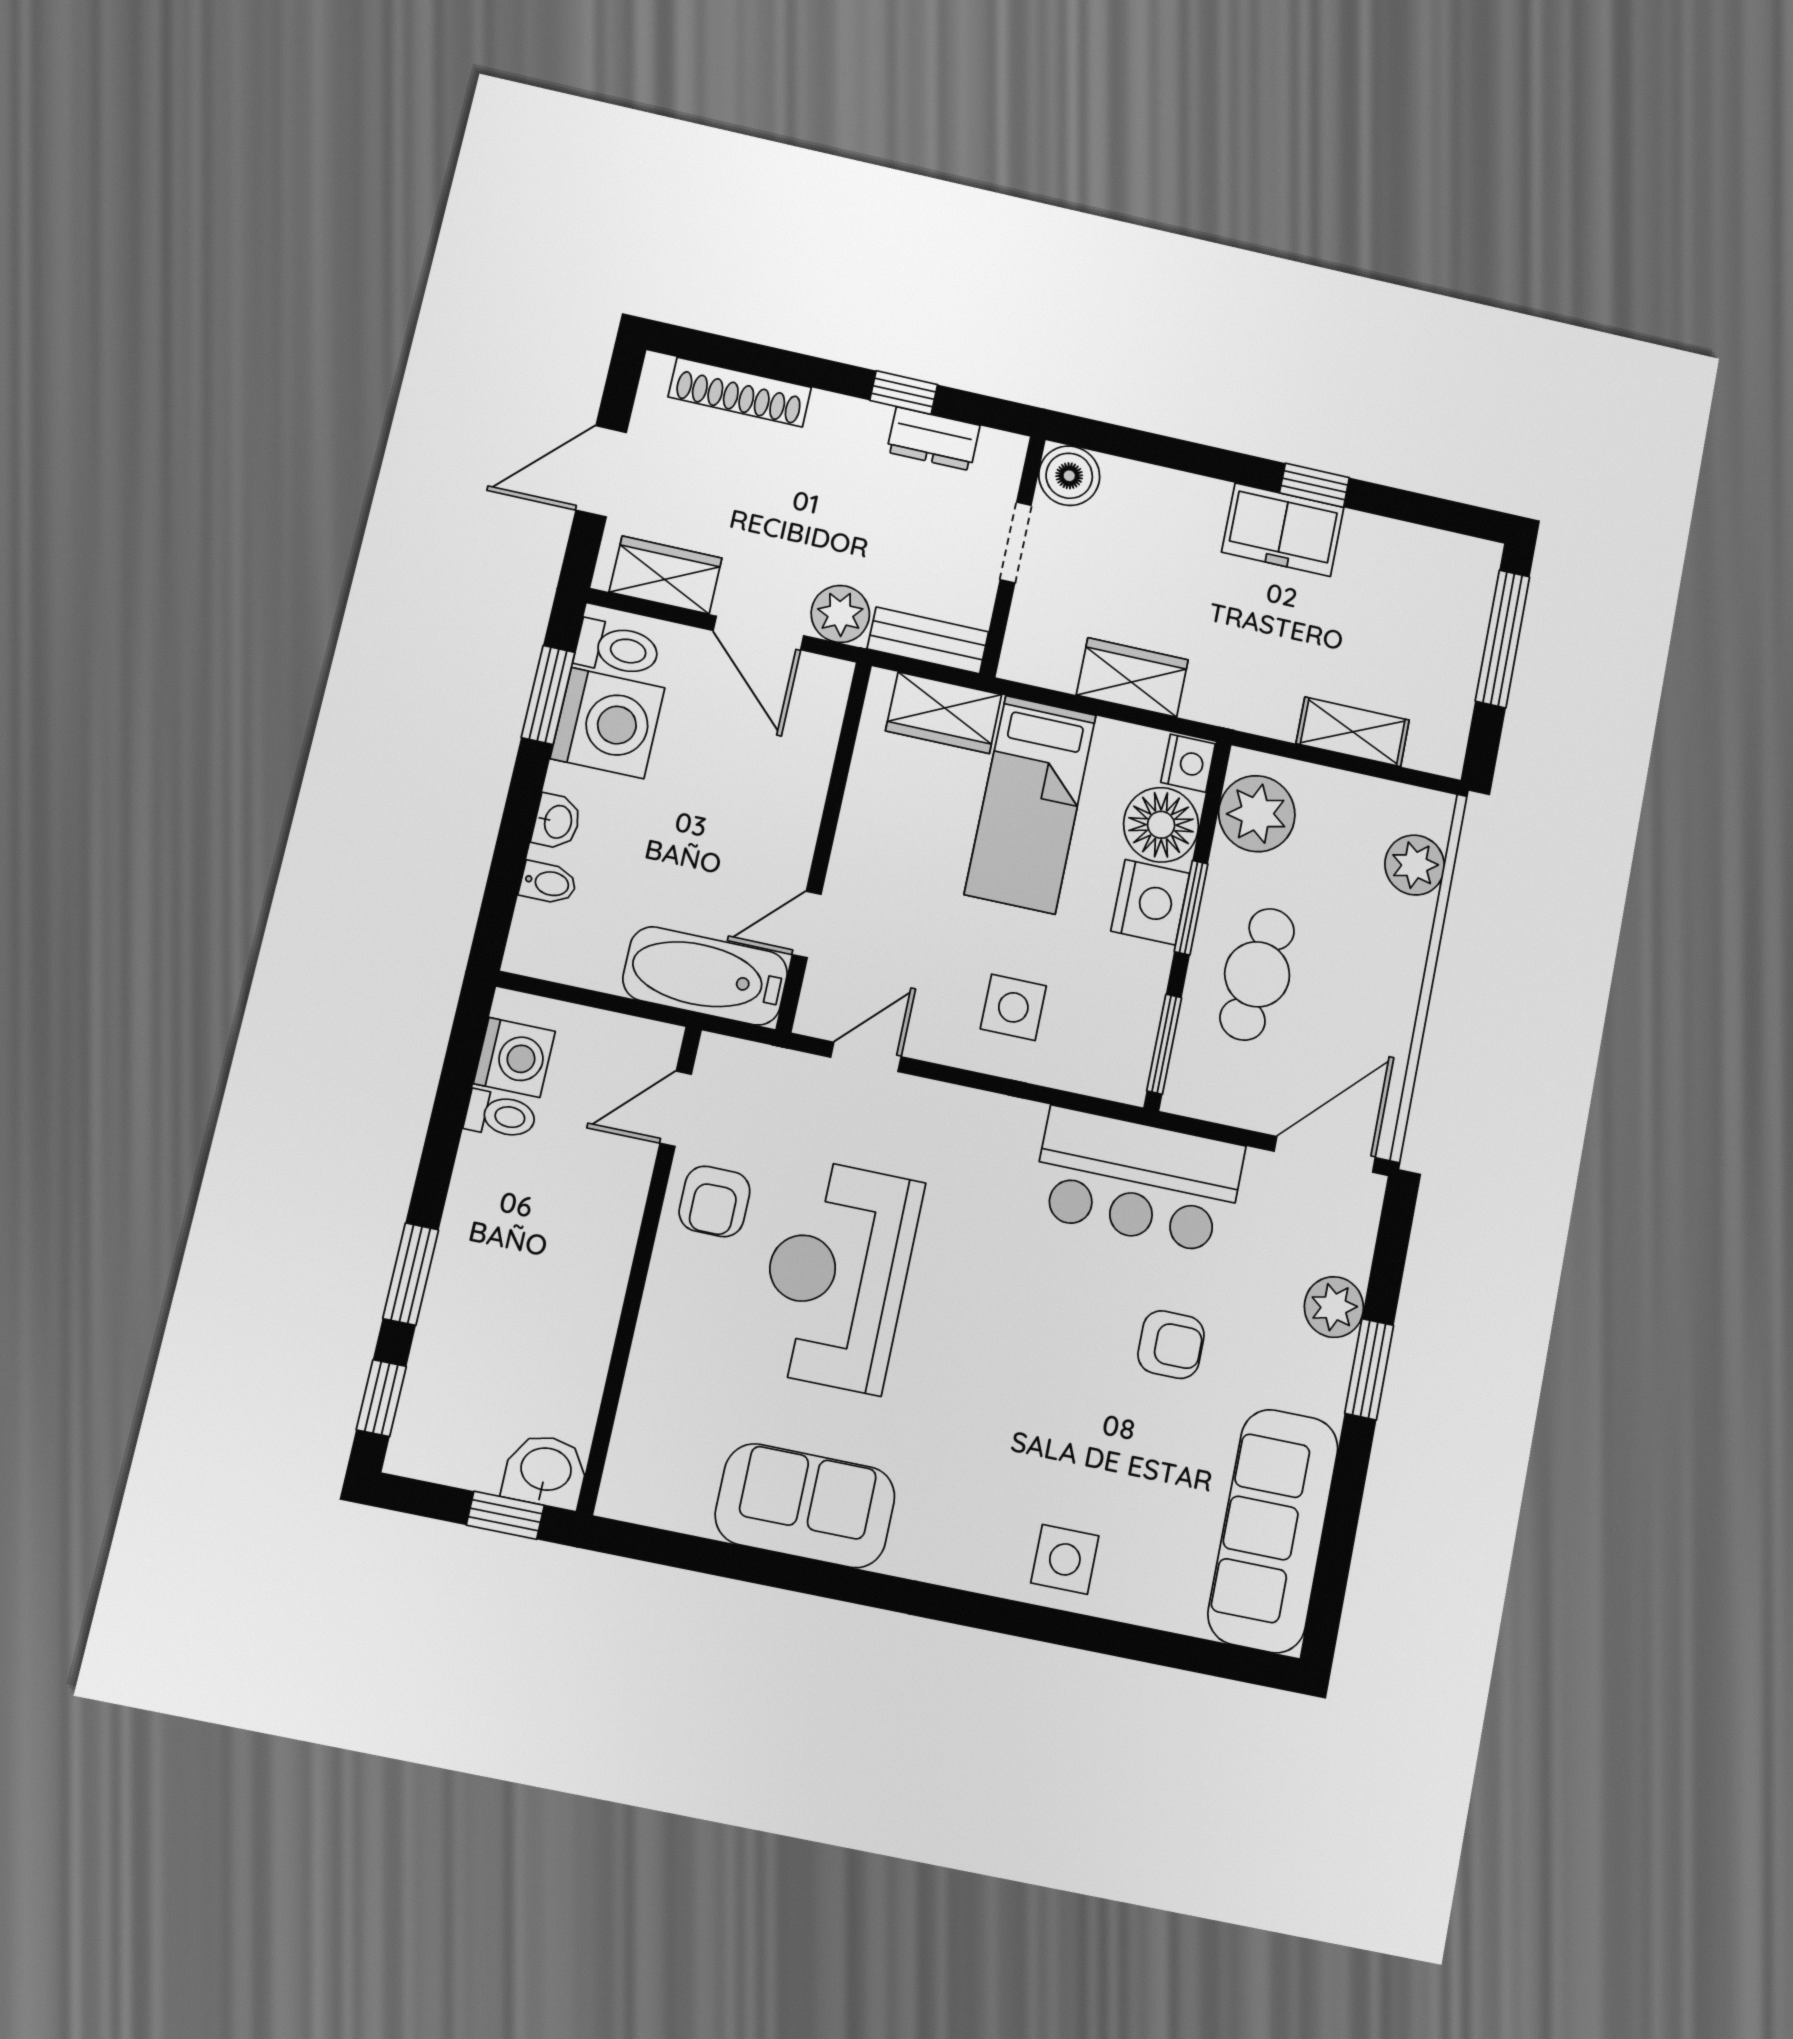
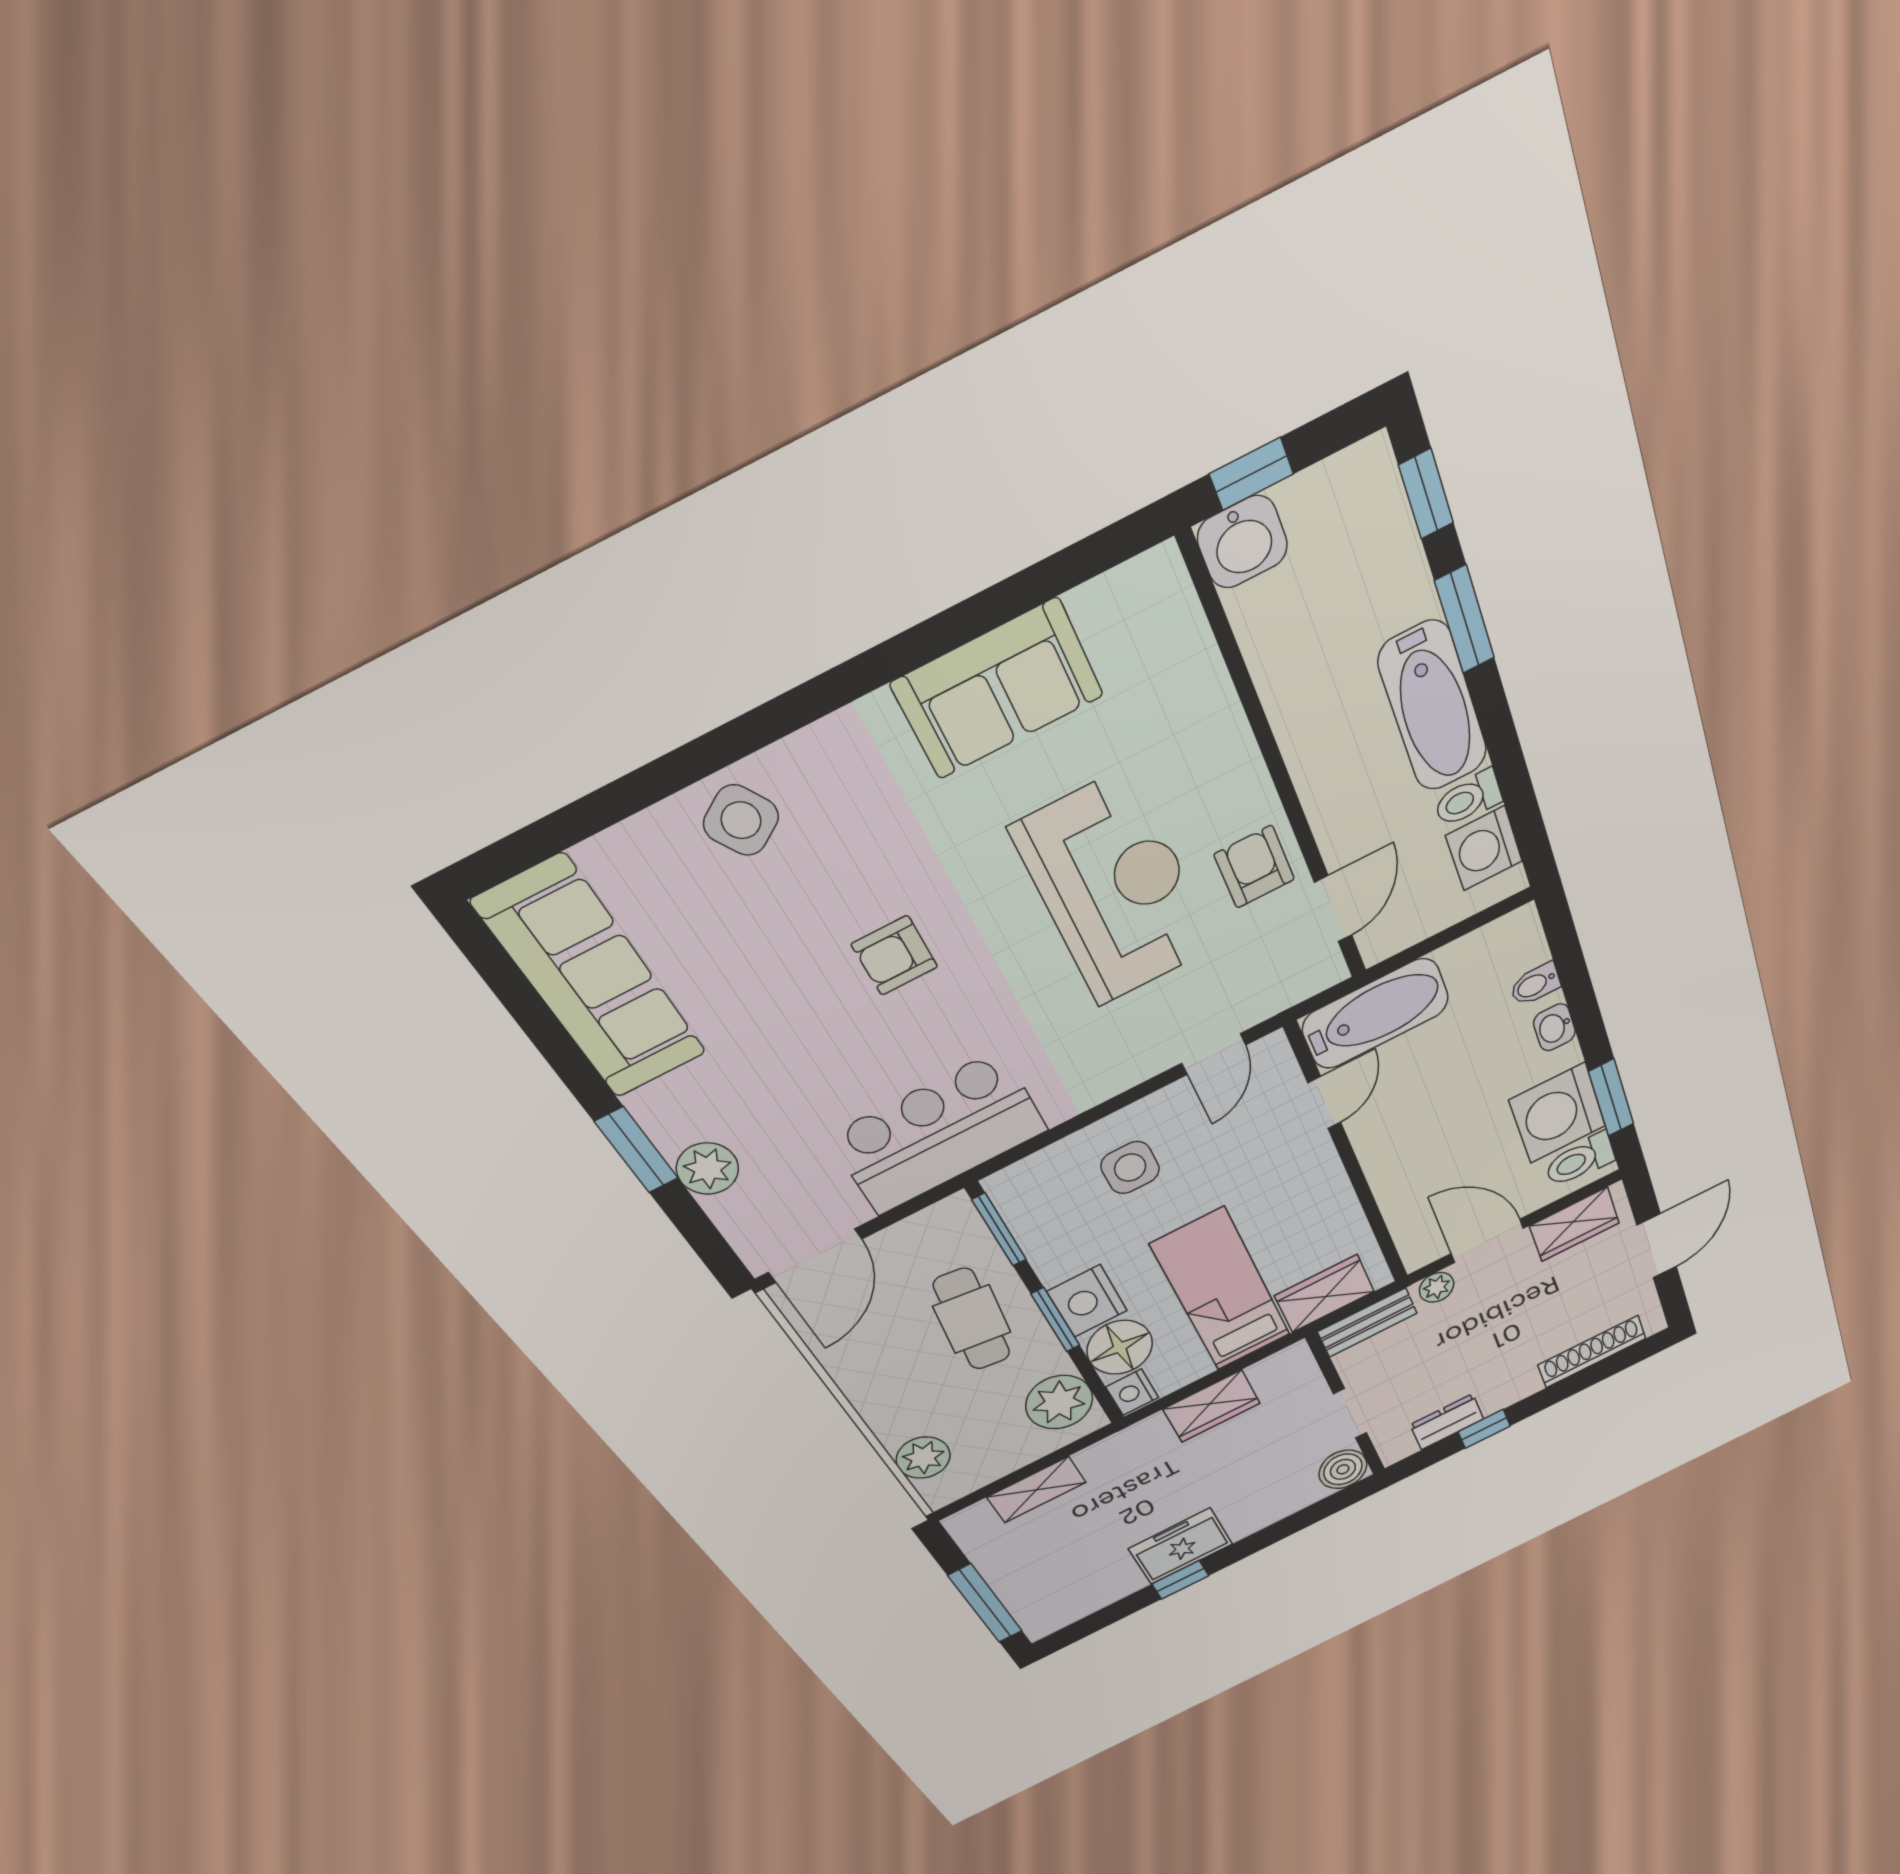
plant: (840, 614) -> (1437, 1287), width x0.73, depth x0.73
bathtub: (481, 1221) -> (1433, 707), added
armchair: (1171, 1345) -> (895, 955), moved
side table: (1065, 1559) -> (741, 820), turned -32

